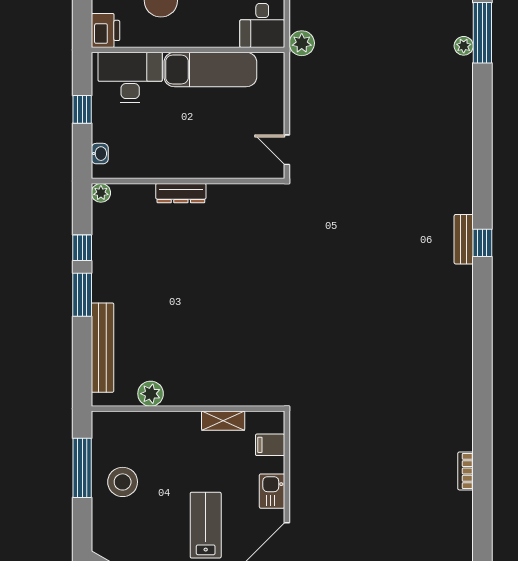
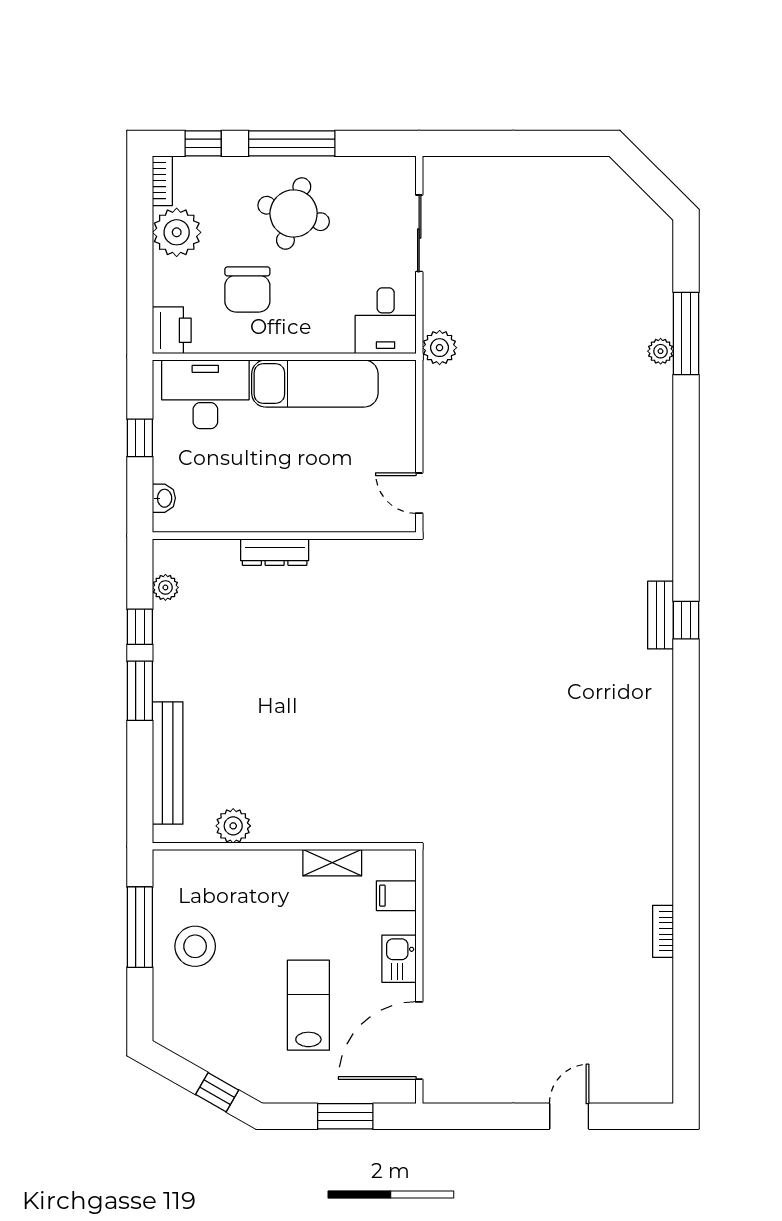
plant: (101, 193) -> (165, 587), moved

